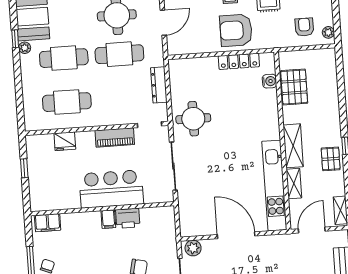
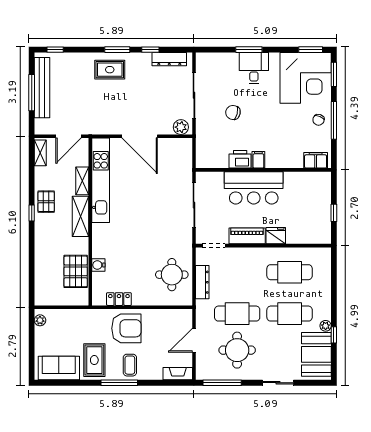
armchair: (304, 27) -> (62, 327), removed
locker: (239, 61) -> (119, 299), width x0.66
water cooler: (269, 81) -> (98, 265), moved
round table: (193, 119) -> (172, 275), moved
fridge: (65, 141) -> (276, 236), moved

